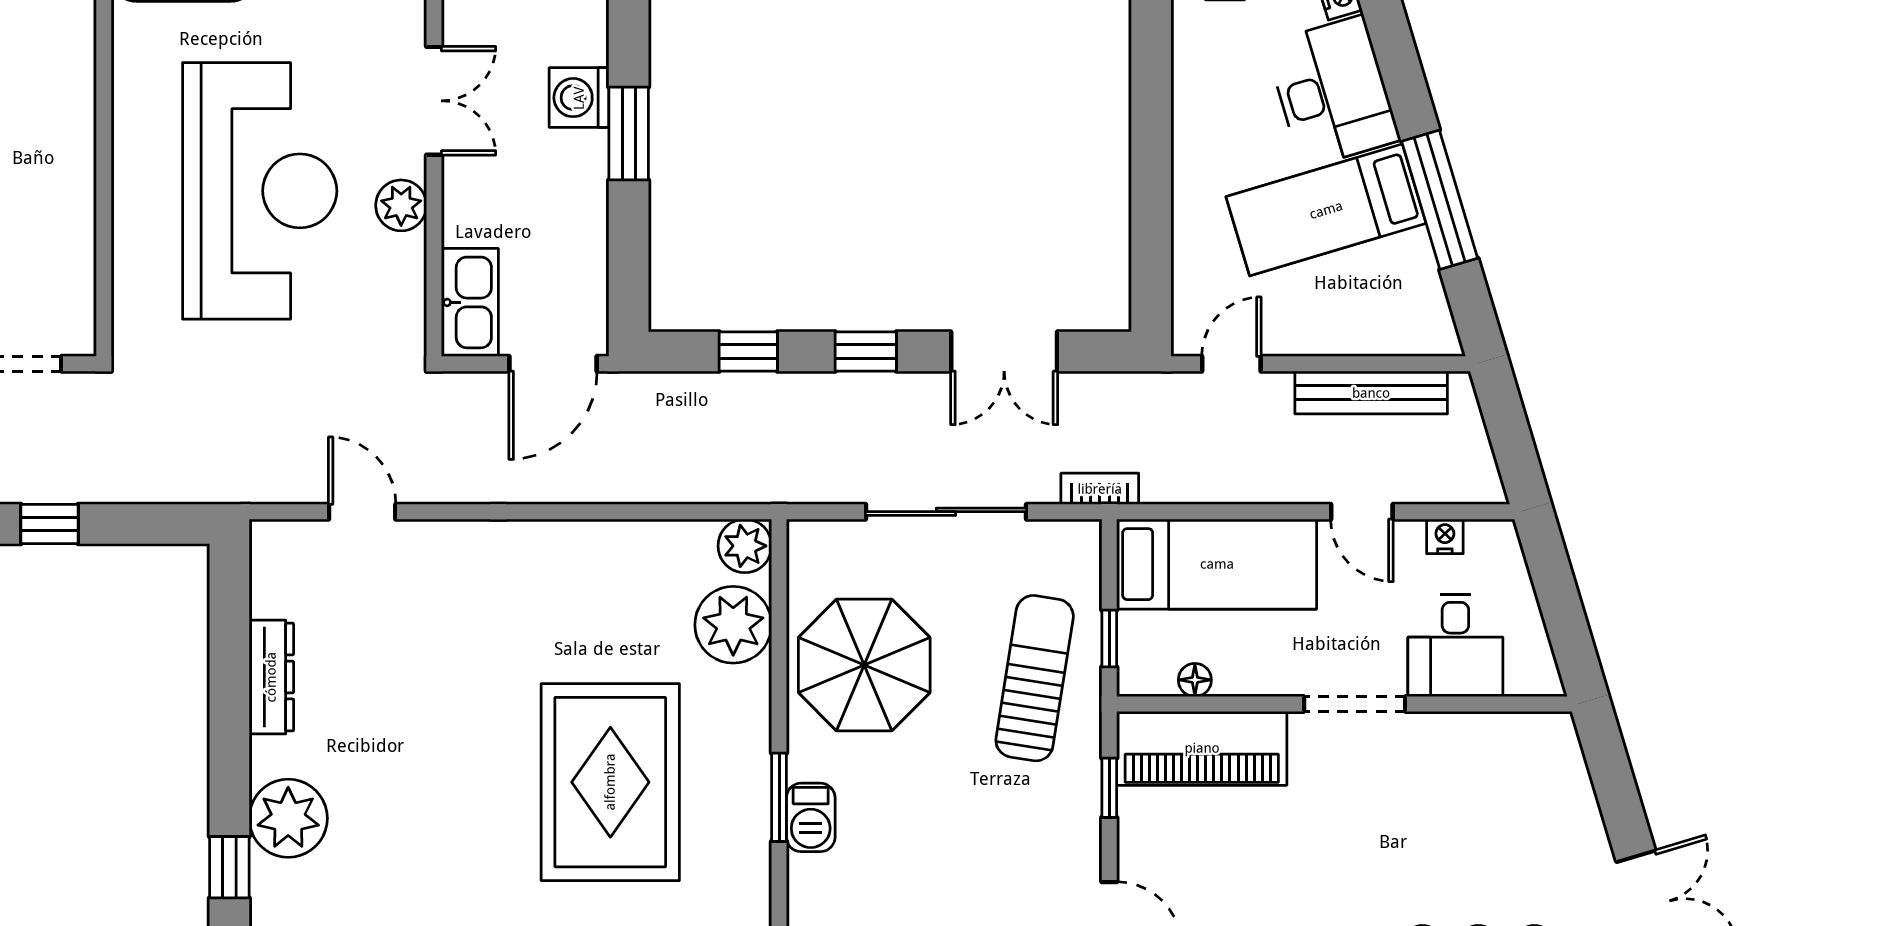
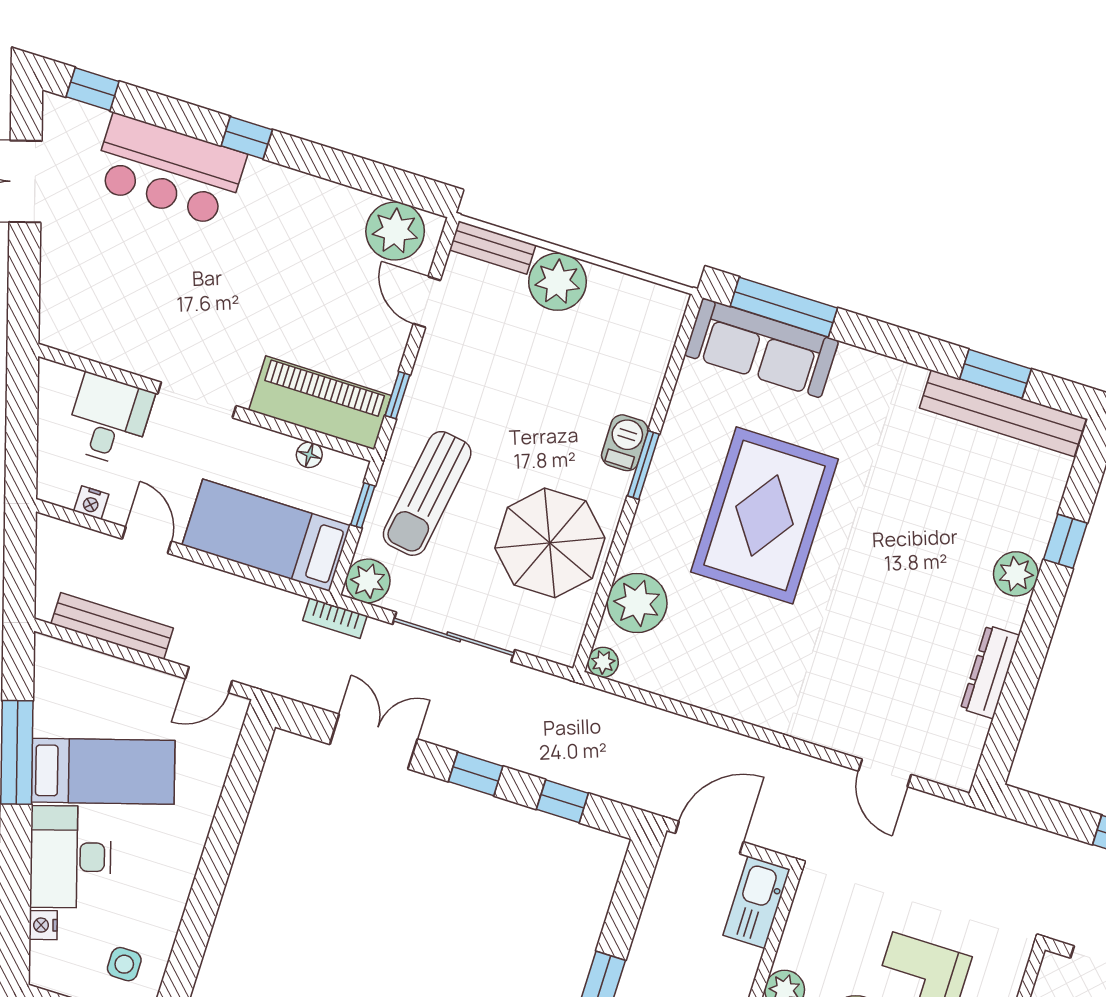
plant: (745, 546) -> (603, 662), width x0.73, depth x0.73
plant: (1074, 547) -> (368, 581), added
plant: (288, 818) -> (1016, 574), width x0.73, depth x0.73

